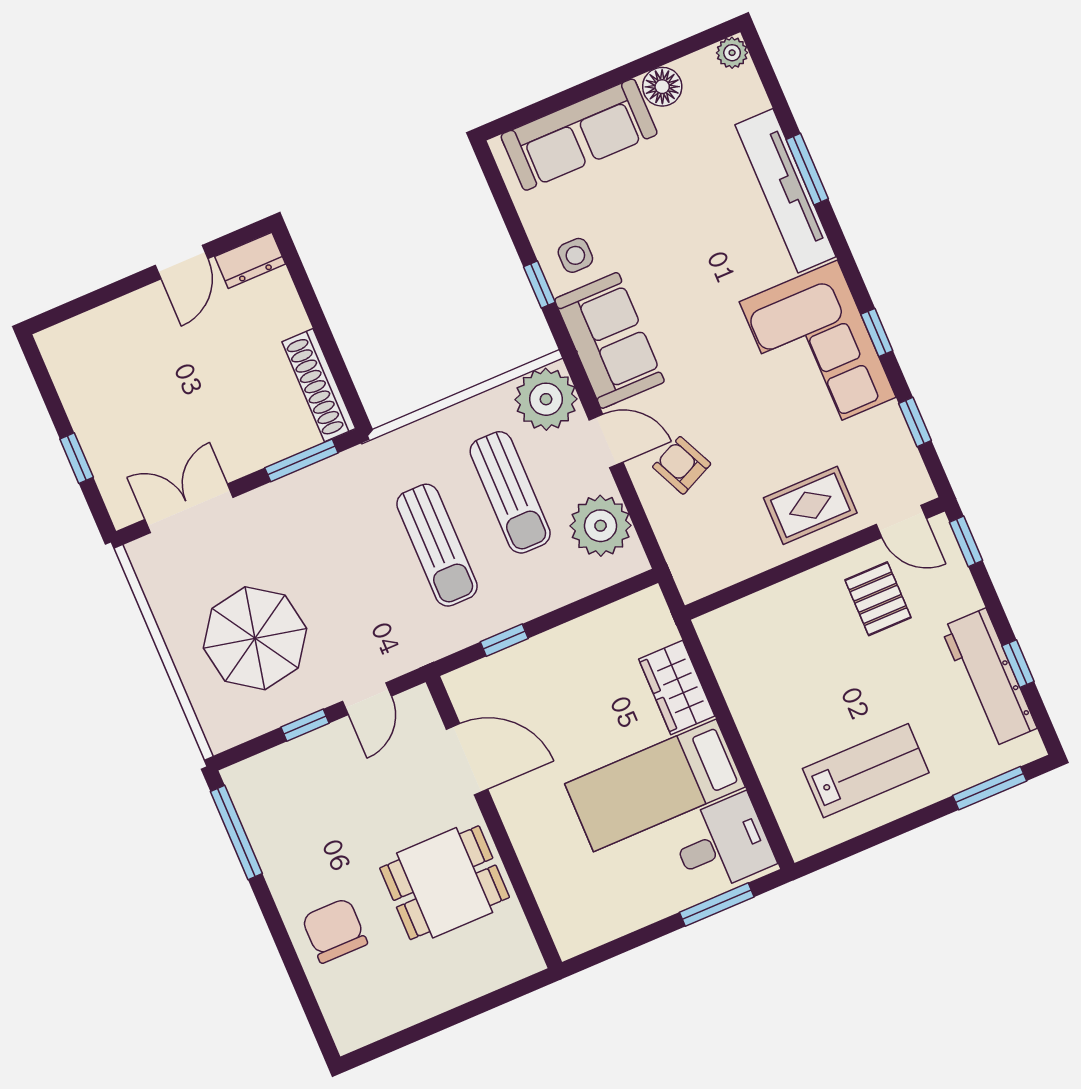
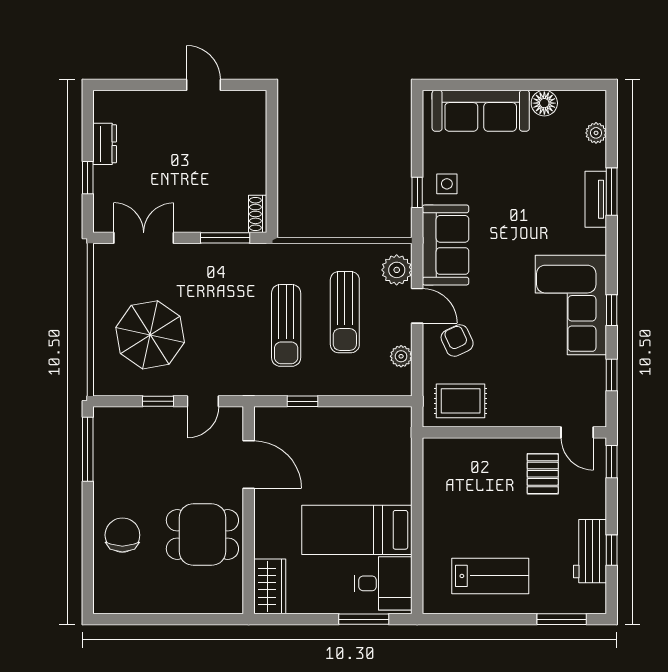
plant: (732, 53) -> (596, 133), moved
tv unit: (786, 191) -> (596, 199), width x0.52, depth x0.78
dresser: (250, 260) -> (105, 144), moved, turned -90
door: (182, 262) -> (203, 85), swing flipped
shoe rack: (319, 385) -> (258, 214), width x0.51, depth x0.81
plant: (546, 399) -> (397, 270), width x0.73, depth x0.73
rug: (810, 505) -> (461, 401), moved
plant: (601, 526) -> (401, 356), width x0.53, depth x0.53
workbench: (989, 678) -> (590, 551), width x0.73
wardrobe: (677, 687) -> (270, 586), moved, turned 180

